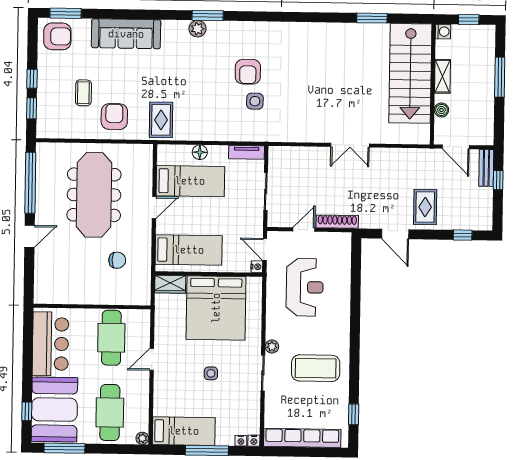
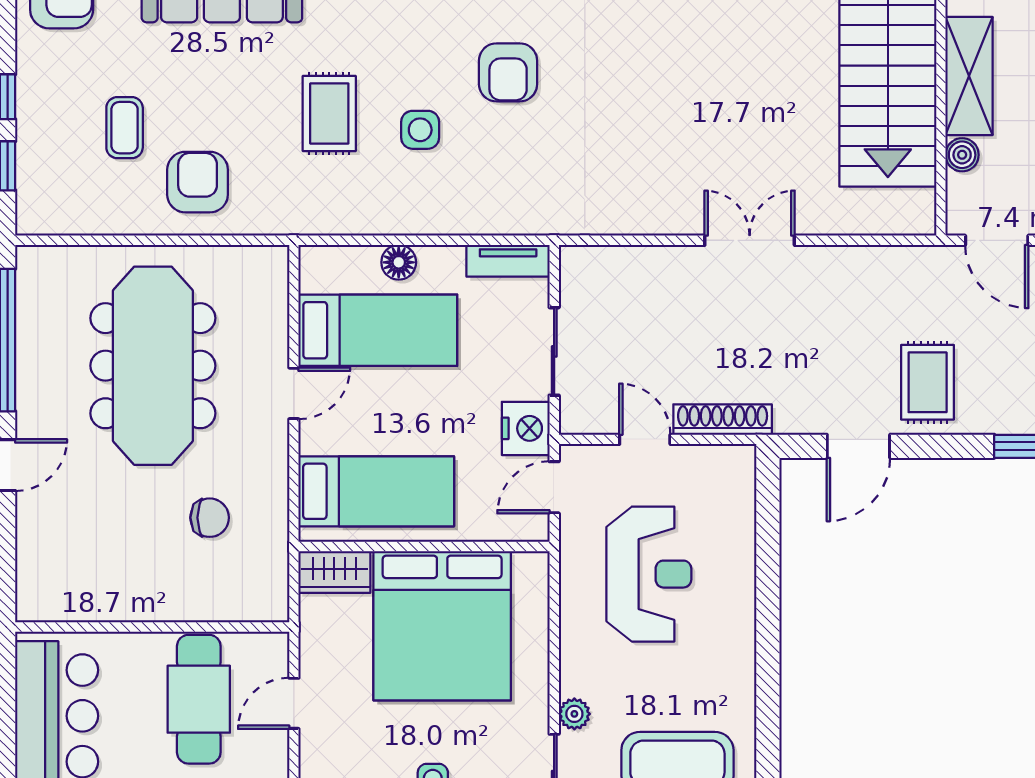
shelving: (442, 76) -> (969, 76), width x1.50, depth x1.33
side table: (255, 101) -> (420, 130), moved
rug: (161, 120) -> (329, 114), moved
double door: (350, 145) -> (750, 240), swing flipped
door: (304, 230) -> (645, 439), hinge flipped
door: (395, 234) -> (858, 446), hinge flipped
door: (265, 249) -> (554, 487), hinge flipped
nightstand: (257, 267) -> (526, 428), moved, width x1.89, depth x1.79
door: (152, 359) -> (294, 703), moved

